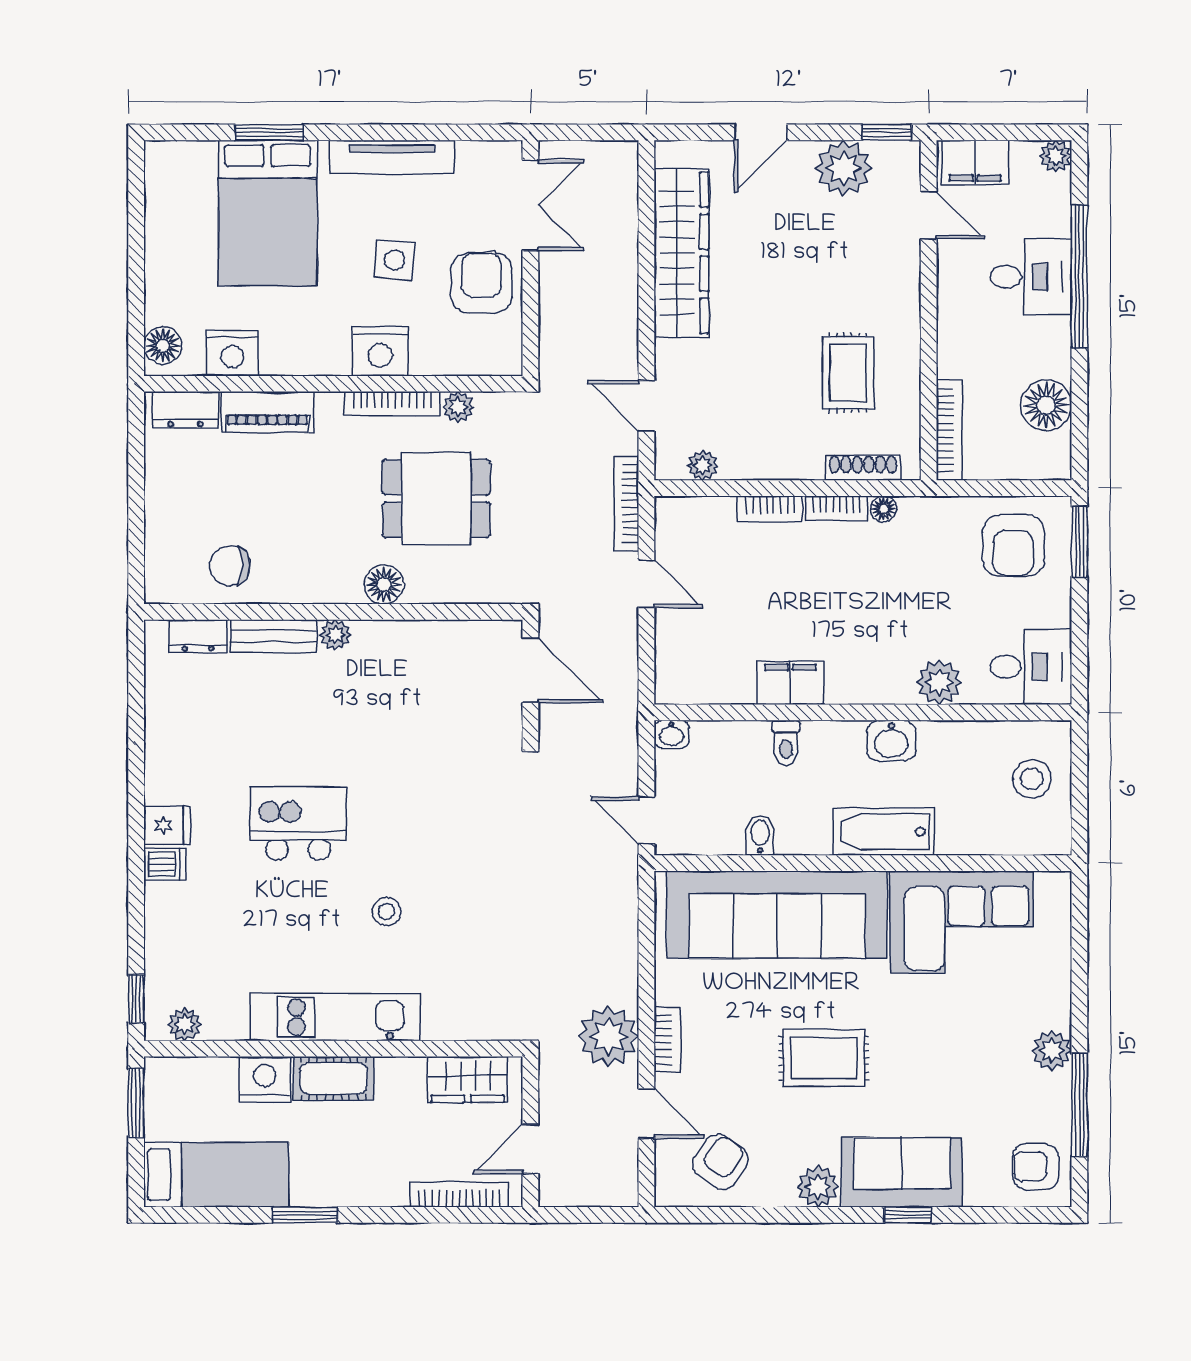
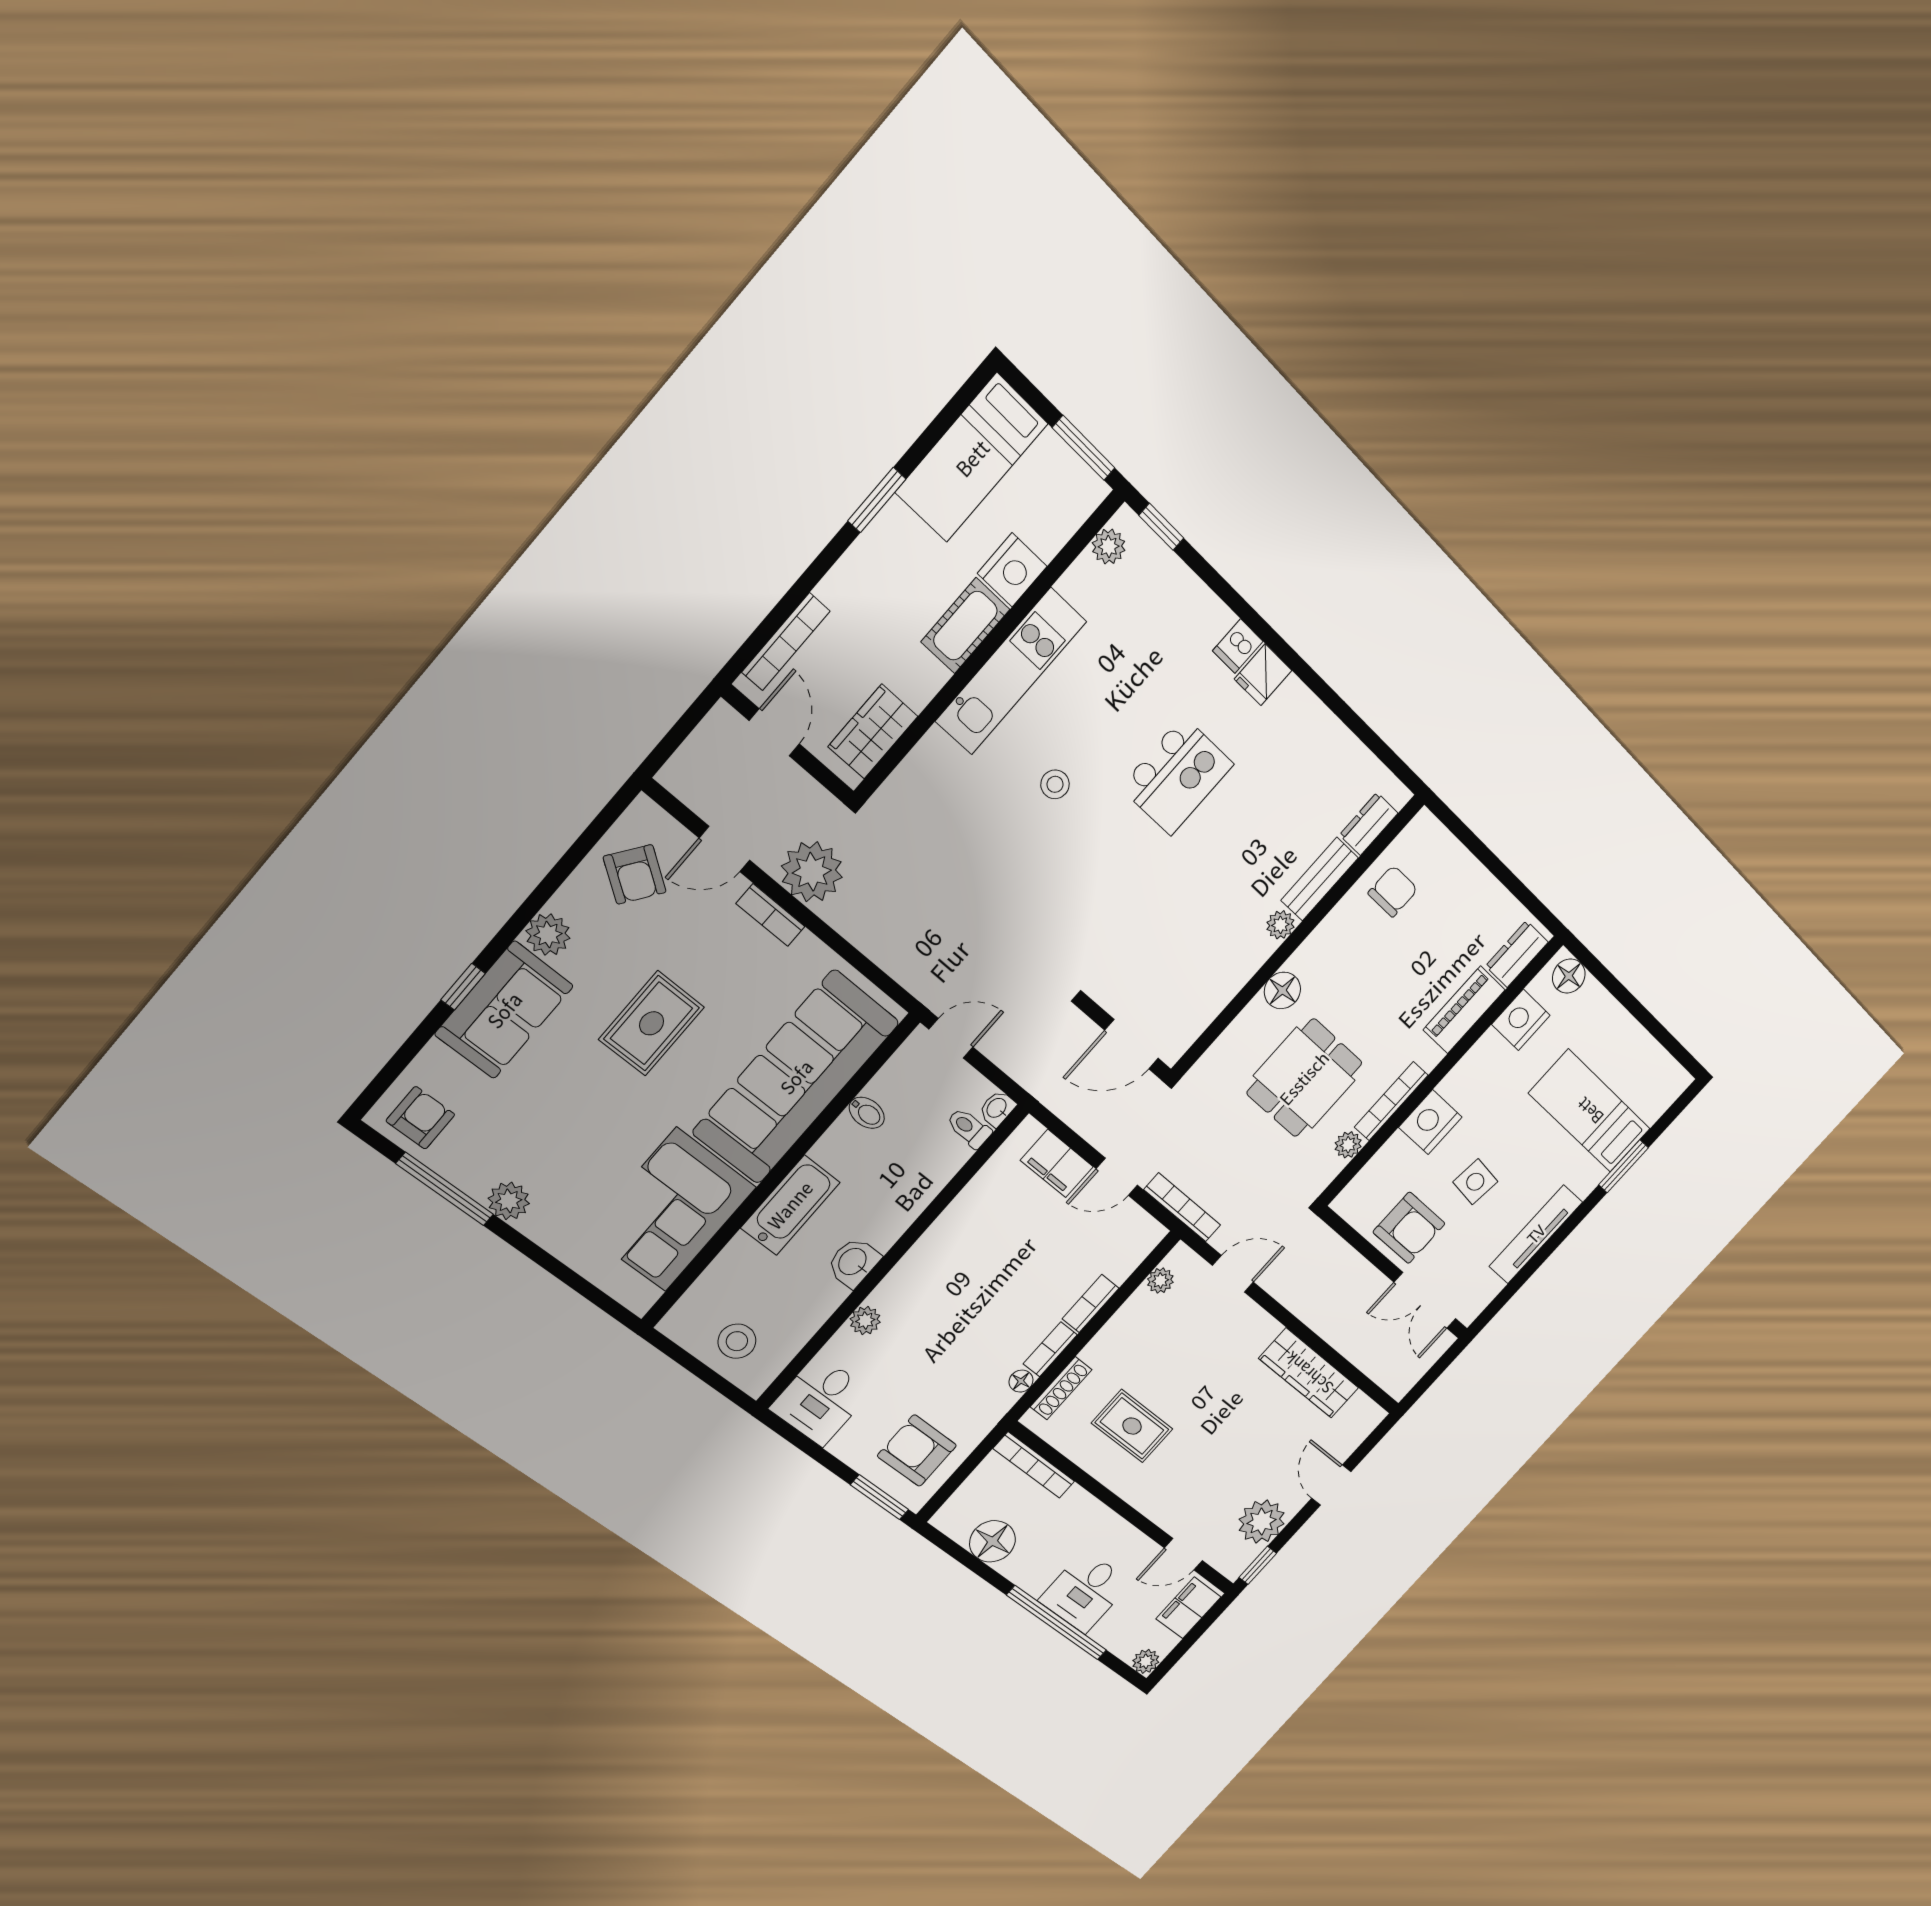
bed: (268, 213) -> (1590, 1111), width x0.67
wardrobe: (681, 253) -> (1309, 1373), width x0.71, depth x0.85
plant: (939, 682) -> (865, 1321), width x0.73, depth x0.73
filing cabinet: (790, 683) -> (1057, 1163), moved, turned 90
toilet: (786, 743) -> (969, 1128), moved

